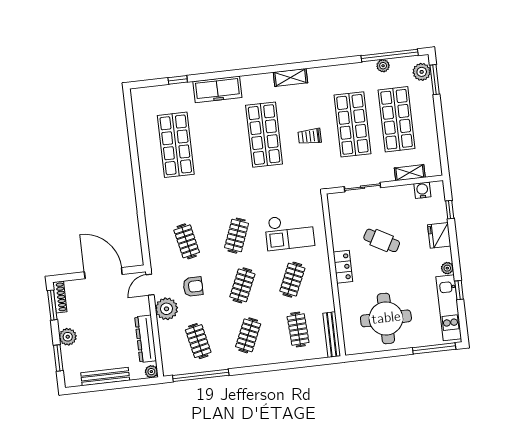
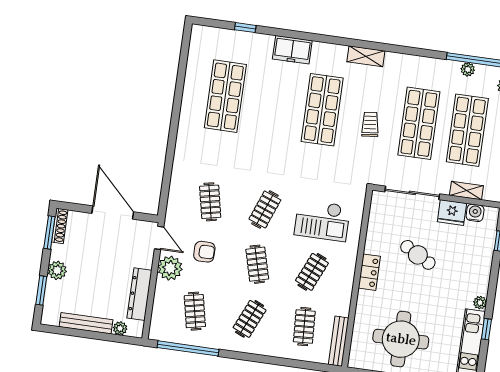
freezer: (217, 89) -> (292, 50), width x0.71
trolley: (310, 136) -> (370, 124), turned 84
sliding door: (362, 187) -> (412, 193), width x1.37
fridge: (439, 235) -> (452, 213), moved, turned -90
door: (150, 285) -> (159, 238), swing flipped
clothes rail: (242, 285) -> (257, 264), turned -39
plant: (151, 372) -> (120, 328), moved

